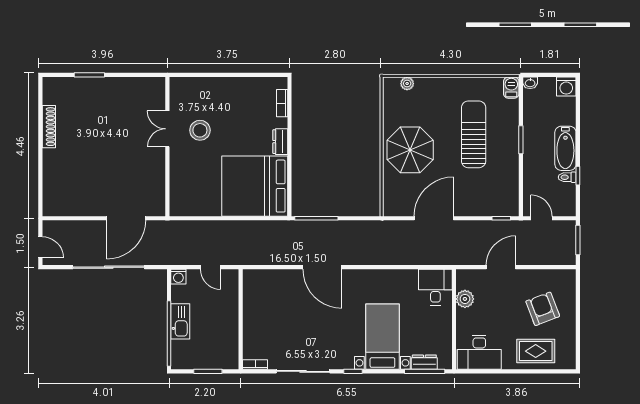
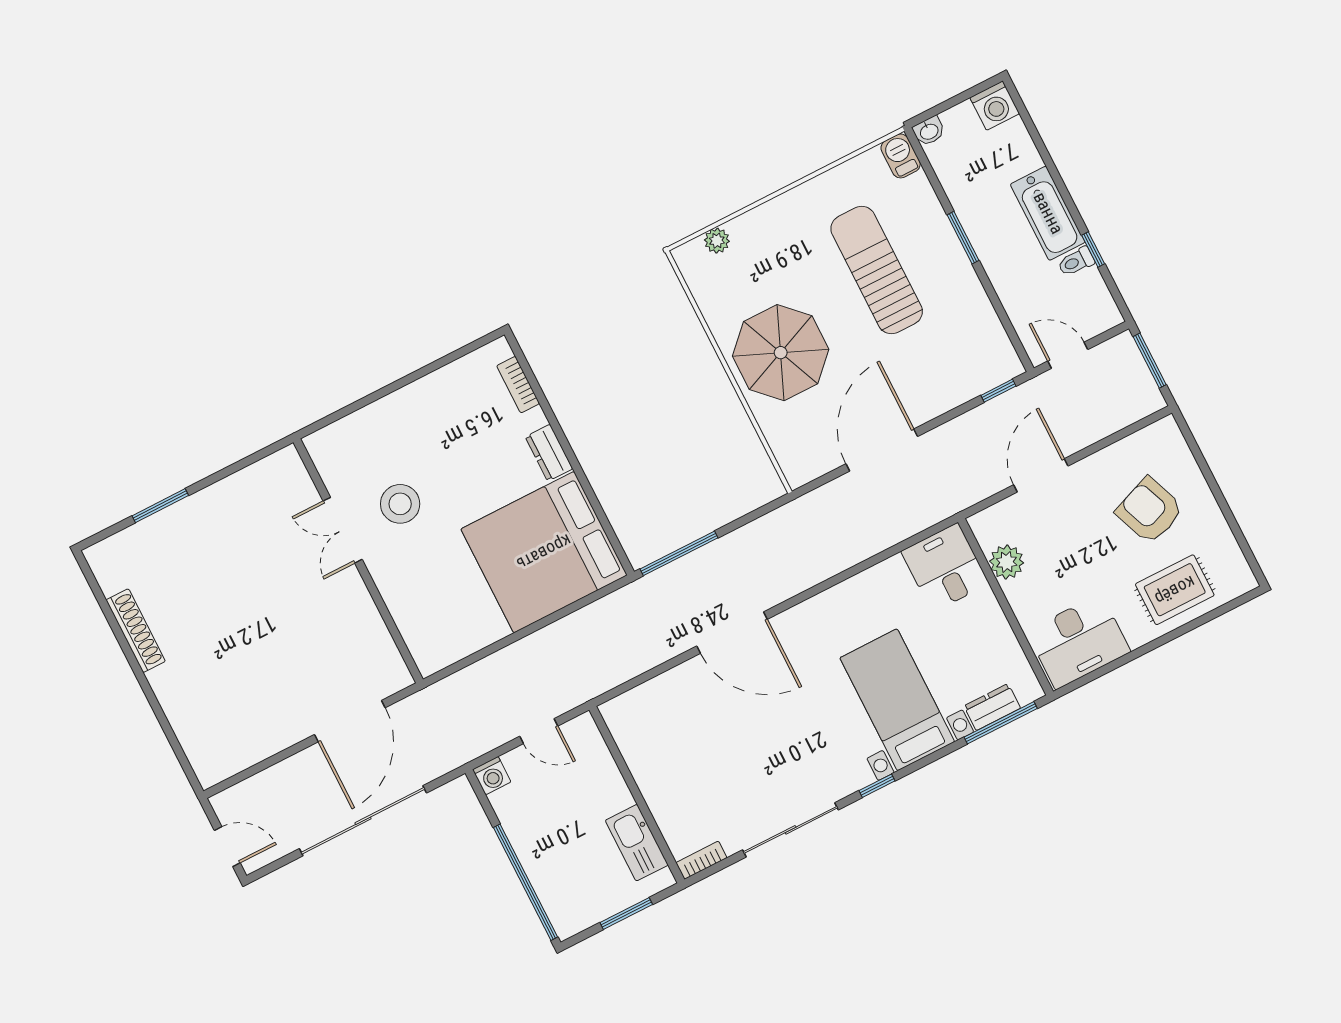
kitchen sink: (180, 321) -> (637, 843), moved, turned 180

